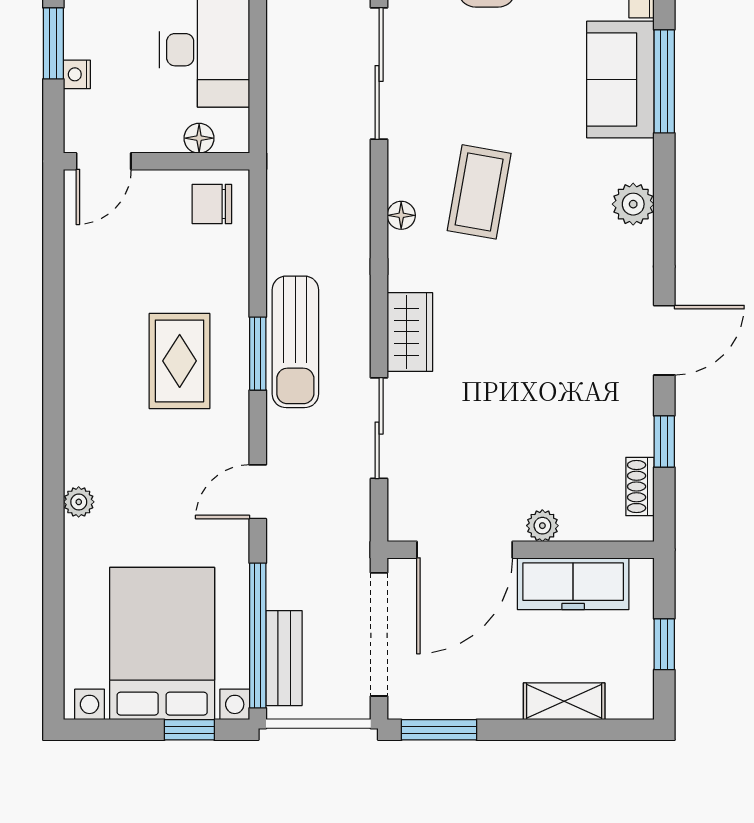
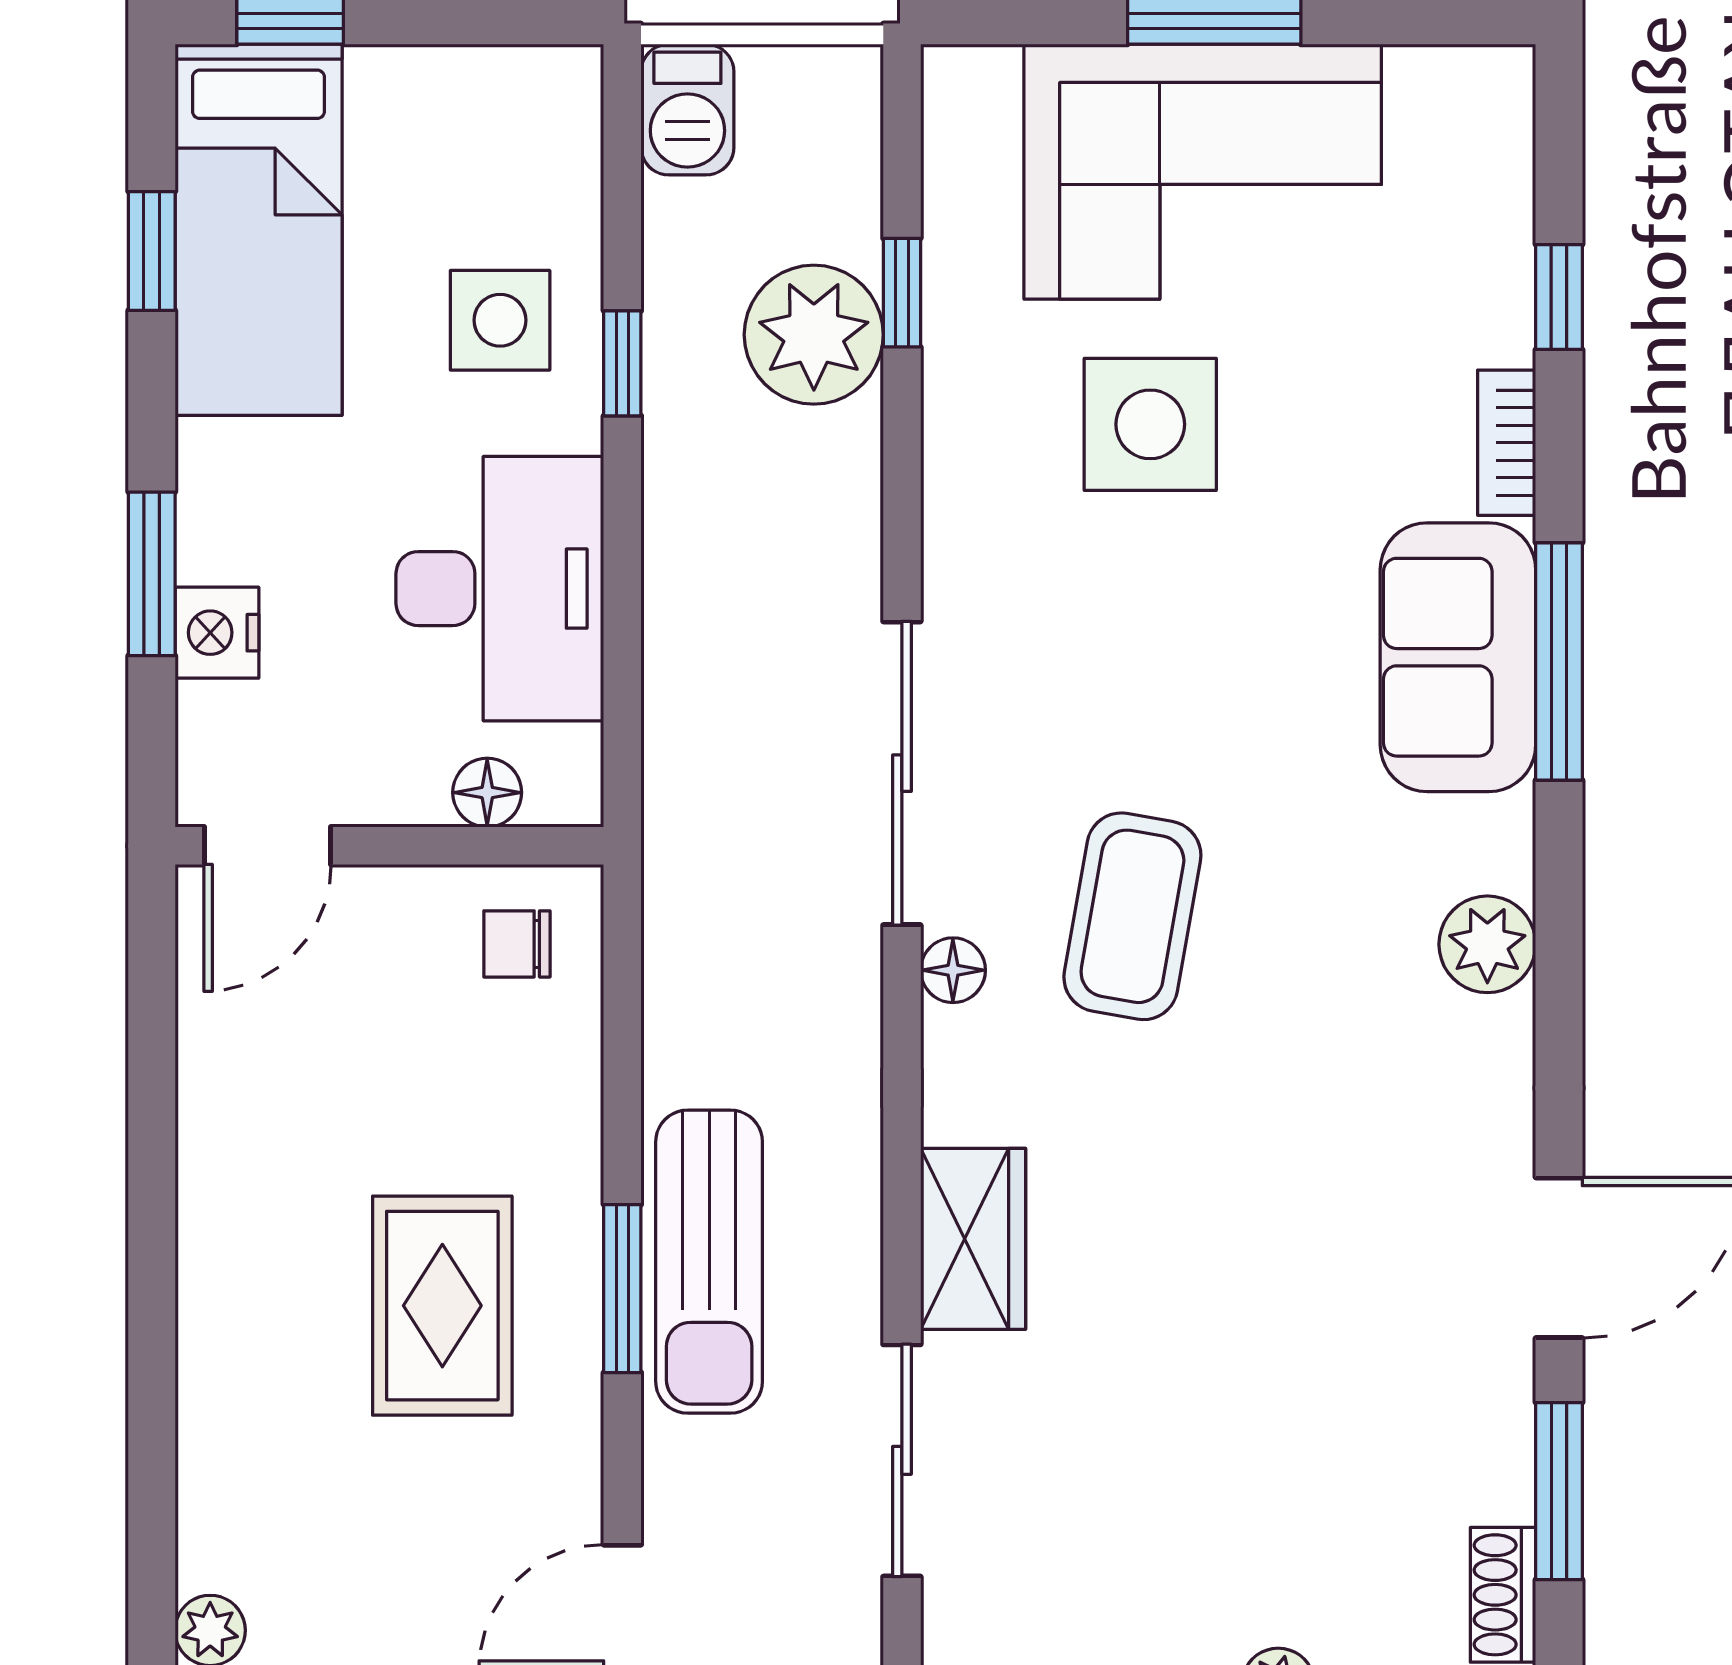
sliding door: (379, 73) -> (902, 773), moved
nightstand: (77, 74) -> (217, 633), width x1.39, depth x1.35
chair: (212, 204) -> (517, 944), width x0.73, depth x0.73
window: (664, 441) -> (1559, 1491), width x1.50

